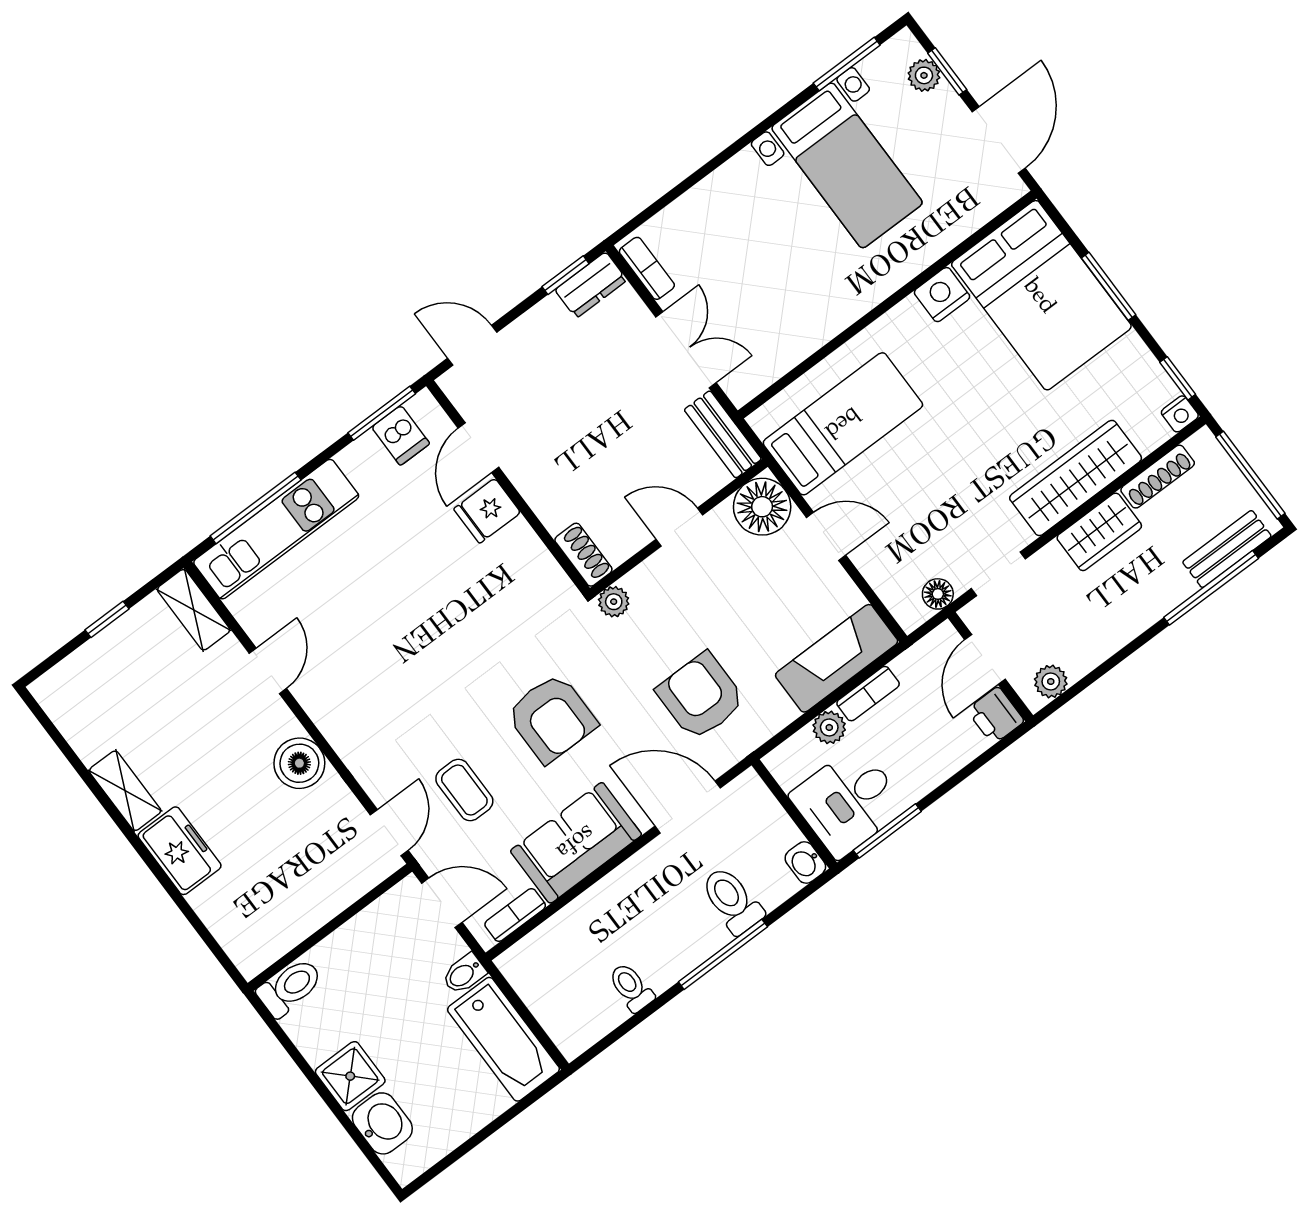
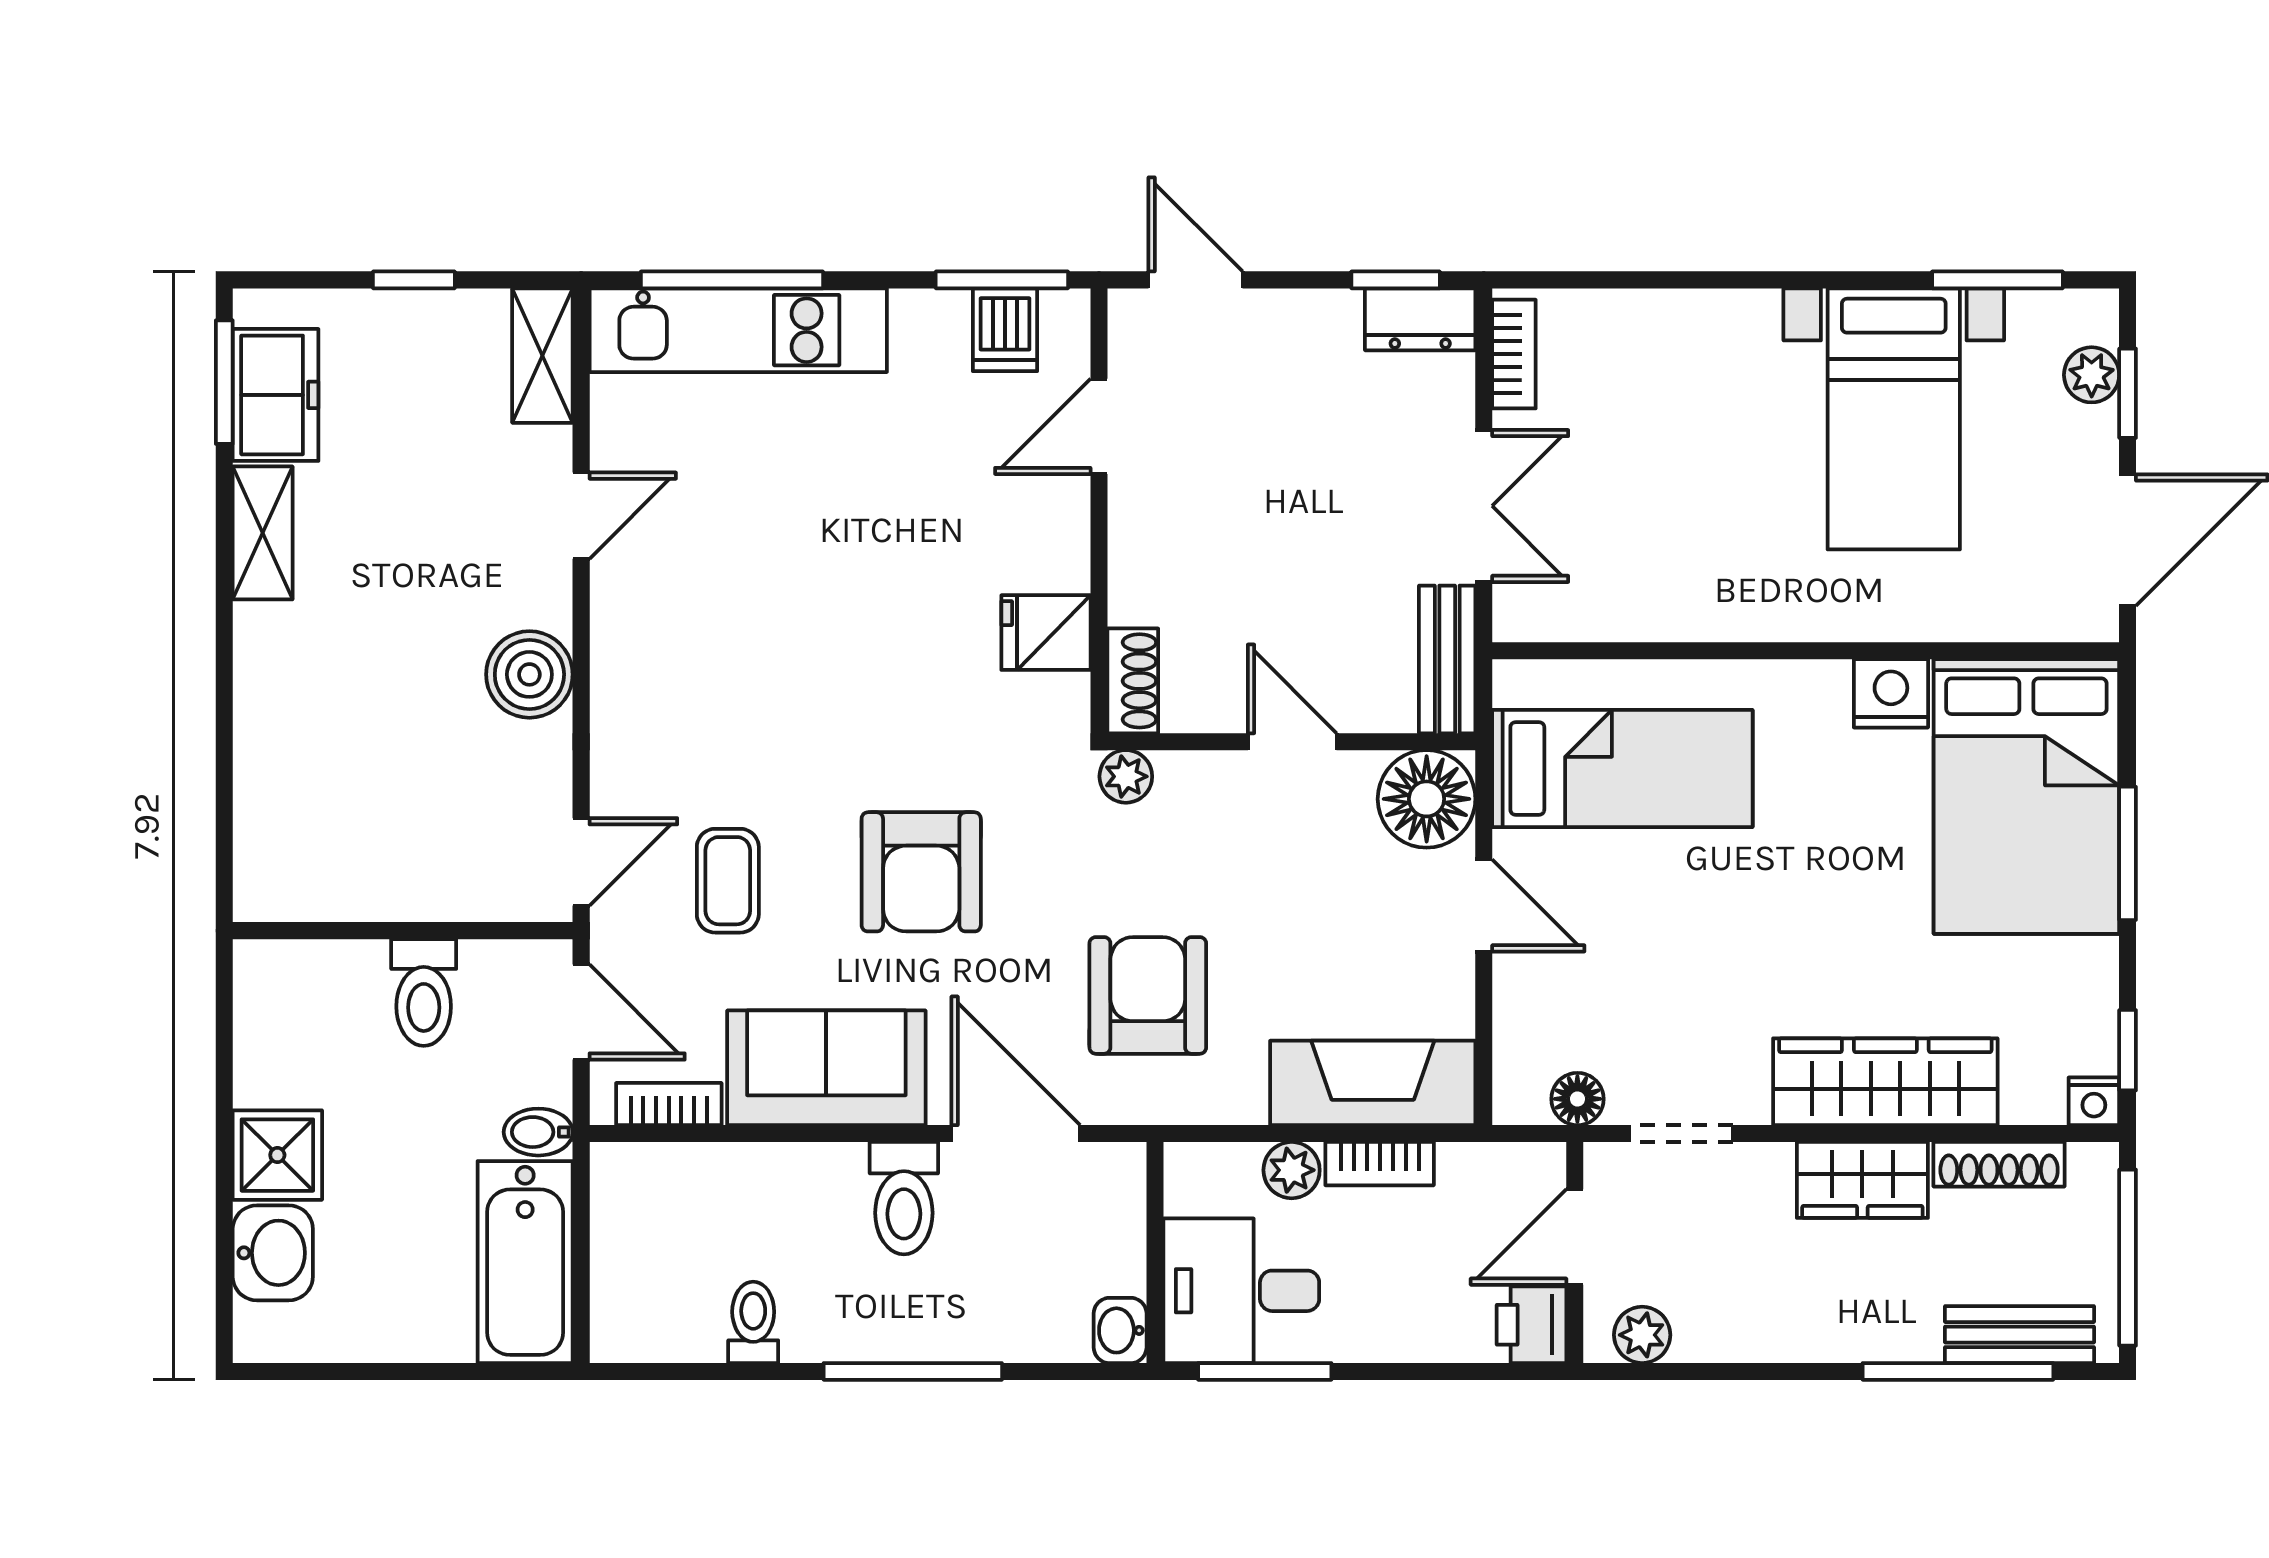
fridge: (487, 511) -> (1046, 633), moved
window: (54, 734) -> (224, 382), added
freezer: (180, 851) -> (276, 395), moved
toilet: (732, 900) -> (904, 1198), moved, turned 180
toilet: (290, 987) -> (424, 992), moved, turned 90

